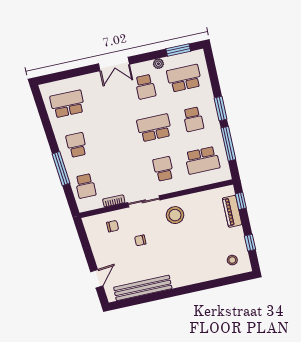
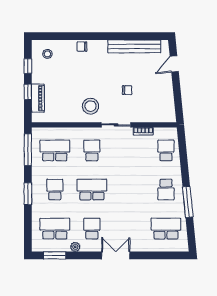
school desk: (184, 78) -> (55, 229), turned 180
school desk: (67, 104) -> (166, 229), turned 180
school desk: (154, 128) -> (92, 190), turned 180
window: (228, 144) -> (28, 150), moved
window: (61, 169) -> (188, 202), moved
school desk: (163, 169) -> (92, 150), turned 180
window: (241, 201) -> (28, 92), moved
chair: (113, 226) -> (82, 46), moved

